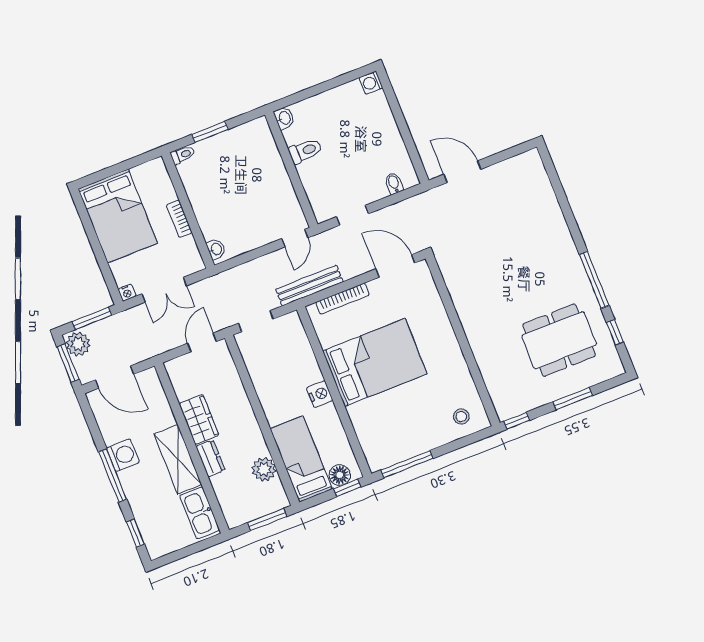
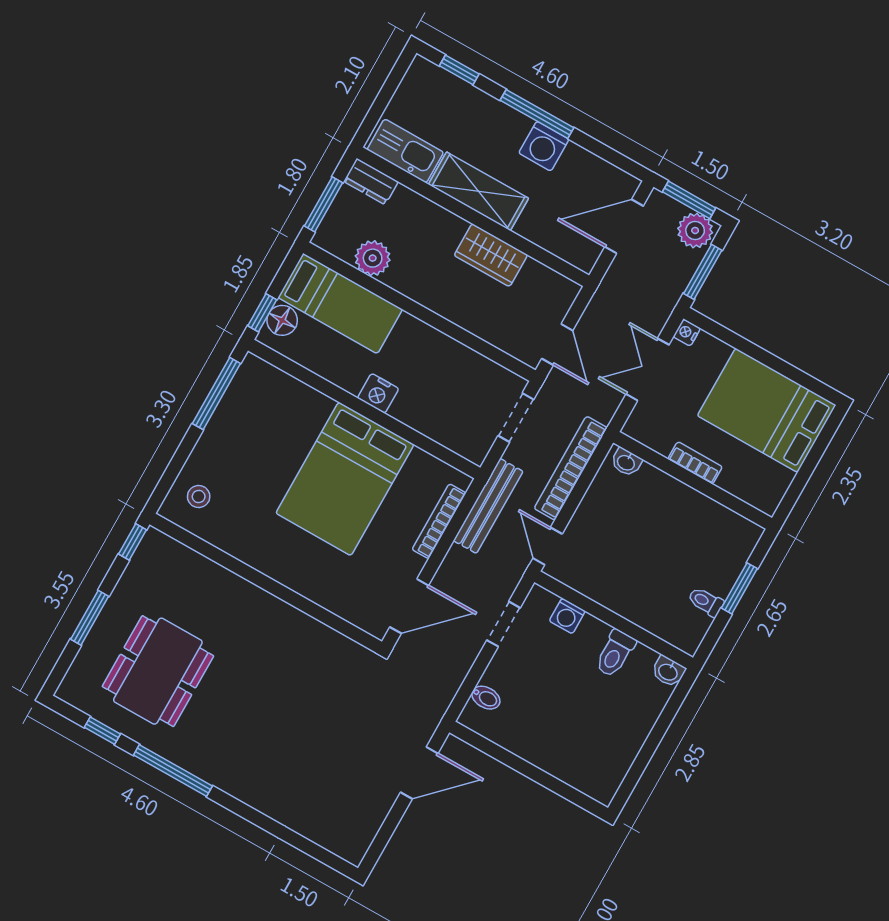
washing machine: (371, 83) -> (567, 616), moved, turned 180
toilet: (183, 155) -> (706, 602), moved, turned 90
bookcase: (248, 270) -> (571, 468), added
dresser: (211, 458) -> (371, 182), moved

